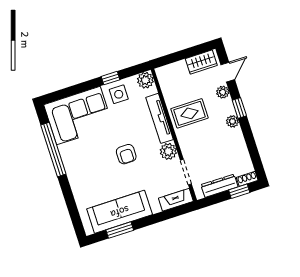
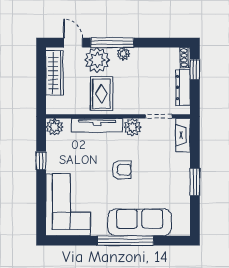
wardrobe: (201, 62) -> (54, 73), width x1.50
plant: (223, 92) -> (97, 60), width x1.87, depth x1.87
side table: (119, 94) -> (60, 158), removed
window: (239, 108) -> (112, 43), width x2.17
window: (53, 150) -> (125, 241), moved
sofa: (120, 212) -> (140, 222), moved, turned 90
window: (120, 230) -> (195, 182), moved

